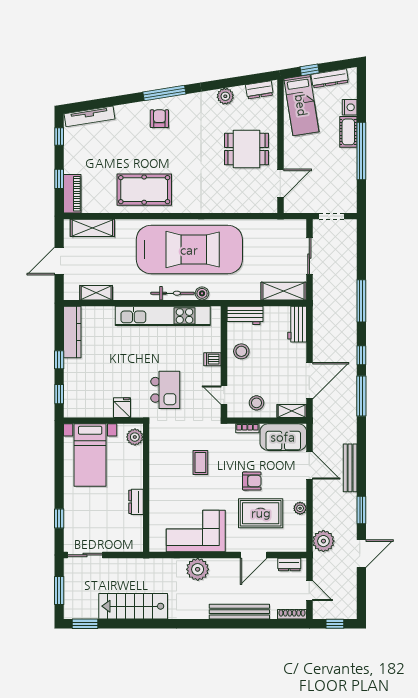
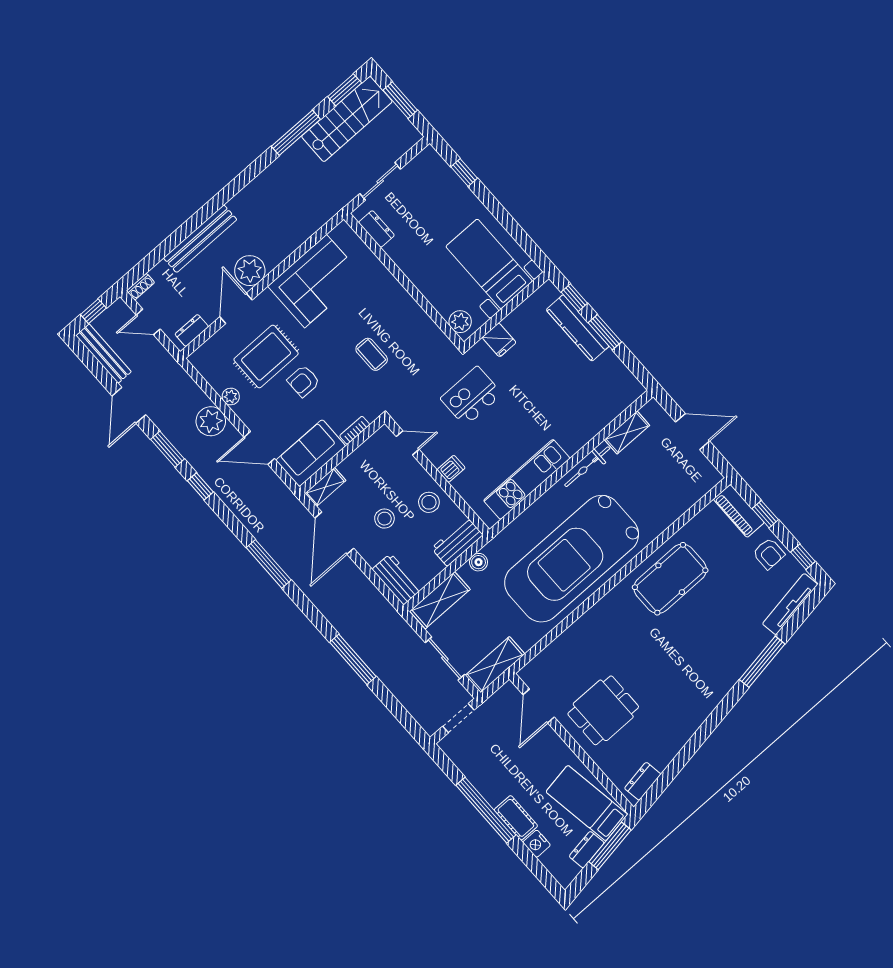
window: (310, 70) -> (610, 846), width x2.17
dresser: (330, 78) -> (587, 850), width x0.70
window: (164, 93) -> (762, 662), moved
plant: (225, 96) -> (671, 745), removed
armchair: (159, 119) -> (769, 554), moved
shelving: (92, 228) -> (495, 665), moved
door: (59, 261) -> (692, 432), hinge flipped
bicycle: (172, 293) -> (587, 467), moved
boiler: (202, 293) -> (479, 562), moved
kitchen unit: (163, 316) -> (527, 479), width x0.73
kitchen counter: (72, 332) -> (577, 328), moved
window: (361, 355) -> (200, 486), moved
window: (59, 360) -> (605, 332), width x1.50
kitchen island: (165, 390) -> (471, 396), turned 90
stool: (257, 403) -> (384, 519), moved
bench: (350, 468) -> (103, 353), moved
dresser: (136, 502) -> (376, 229), moved
plant: (323, 541) -> (211, 421), moved
sliding door: (85, 555) -> (380, 181), moved
plant: (198, 569) -> (250, 271), moved
stairs: (133, 606) -> (347, 119), moved
shoe rack: (292, 614) -> (141, 287), width x0.70
window: (134, 624) -> (296, 133), added

